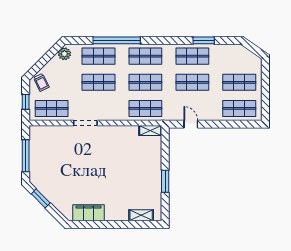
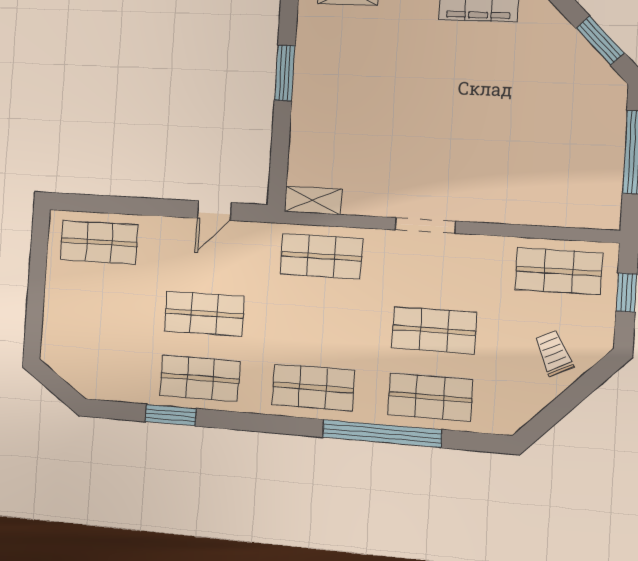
plant: (64, 54) -> (517, 410), removed
trolley: (41, 82) -> (554, 353), moved
shop shelf: (145, 82) -> (317, 322), removed
shop shelf: (239, 82) -> (95, 306), removed
doorway: (85, 123) -> (425, 226), moved
door: (191, 124) -> (214, 211), hinge flipped

